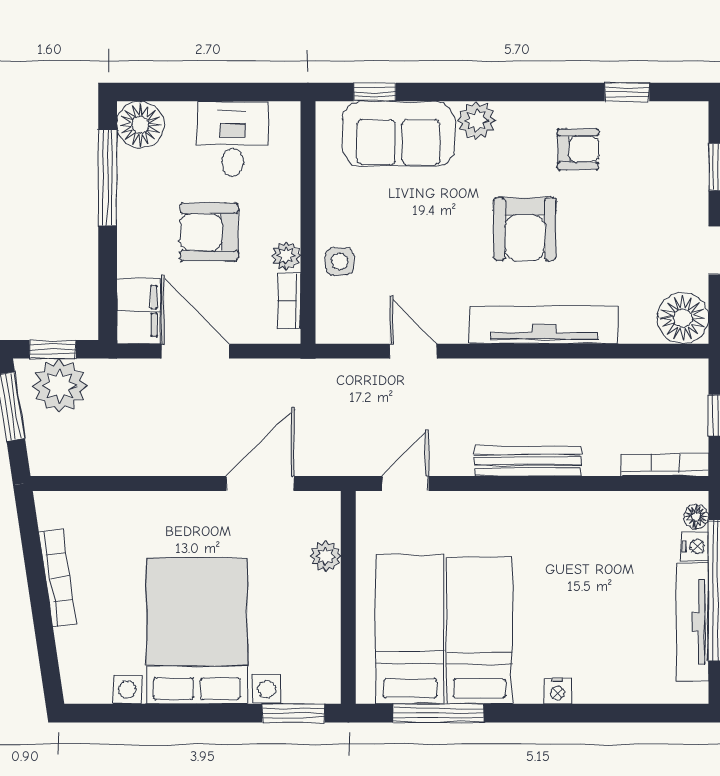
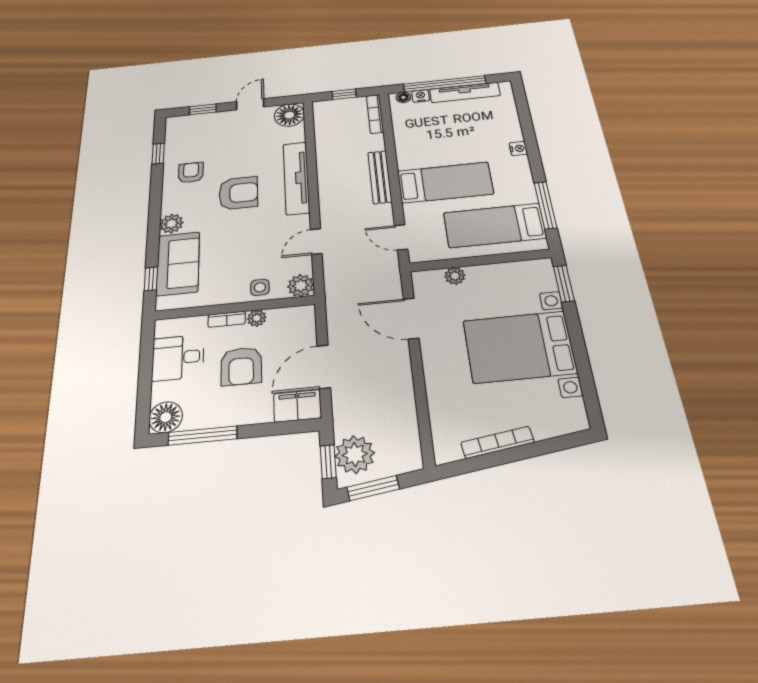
bookcase: (289, 301) -> (227, 319), moved
plant: (335, 324) -> (301, 286), added
bed: (480, 631) -> (445, 182), moved, turned 180

